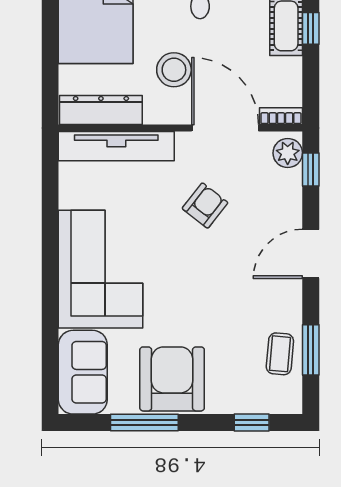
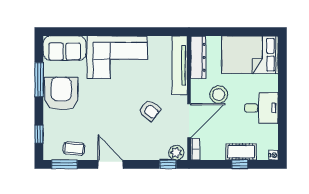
door: (311, 254) -> (111, 164), moved
window: (311, 350) -> (64, 164), moved
armchair: (172, 379) -> (61, 94), turned -90

